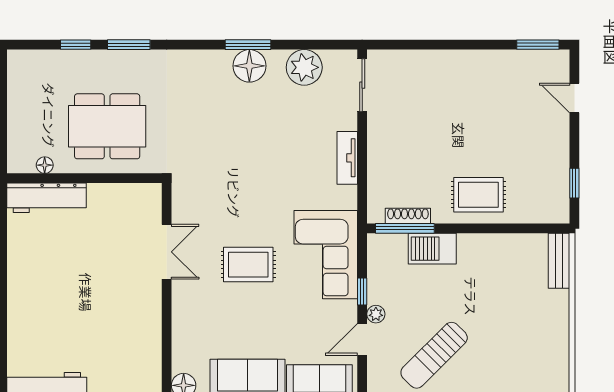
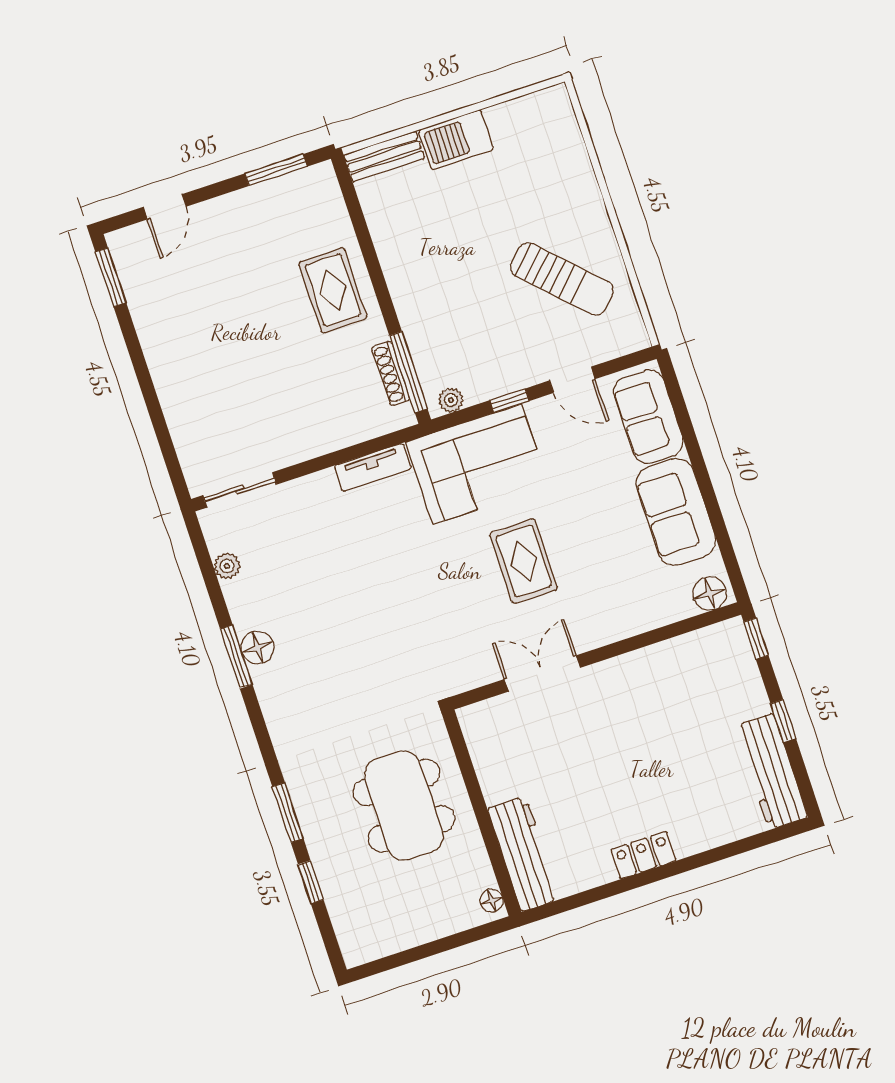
floor lamp: (249, 66) -> (257, 648), width x0.73, depth x0.73
plant: (304, 67) -> (227, 566), width x0.53, depth x0.53
tv unit: (347, 158) -> (373, 467), moved
floor lamp: (45, 165) -> (492, 901), moved
window: (574, 183) -> (276, 170), width x1.50
barbecue: (432, 249) -> (456, 140), moved, turned 90
locker: (18, 280) -> (643, 855), added
plant: (376, 314) -> (451, 400), moved

